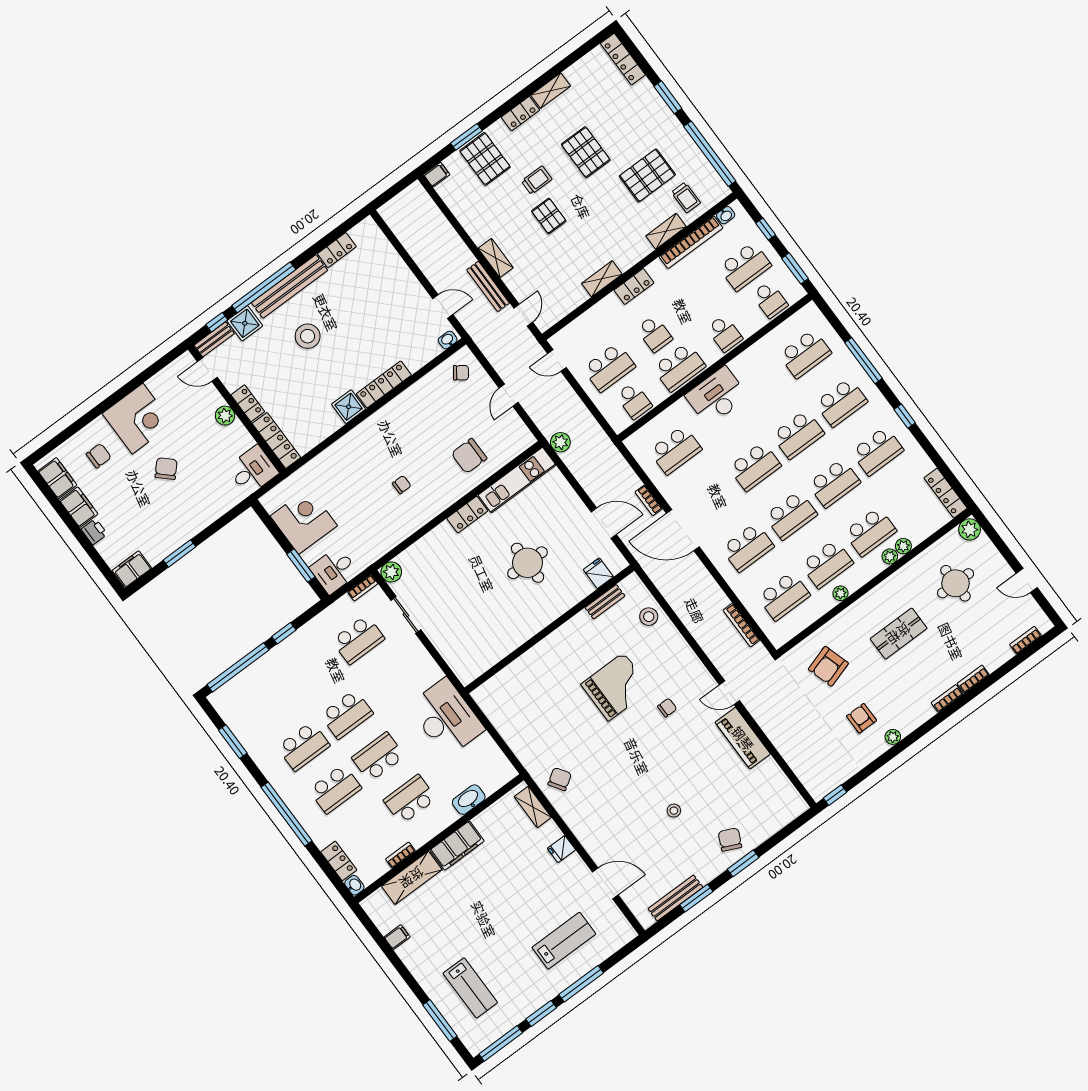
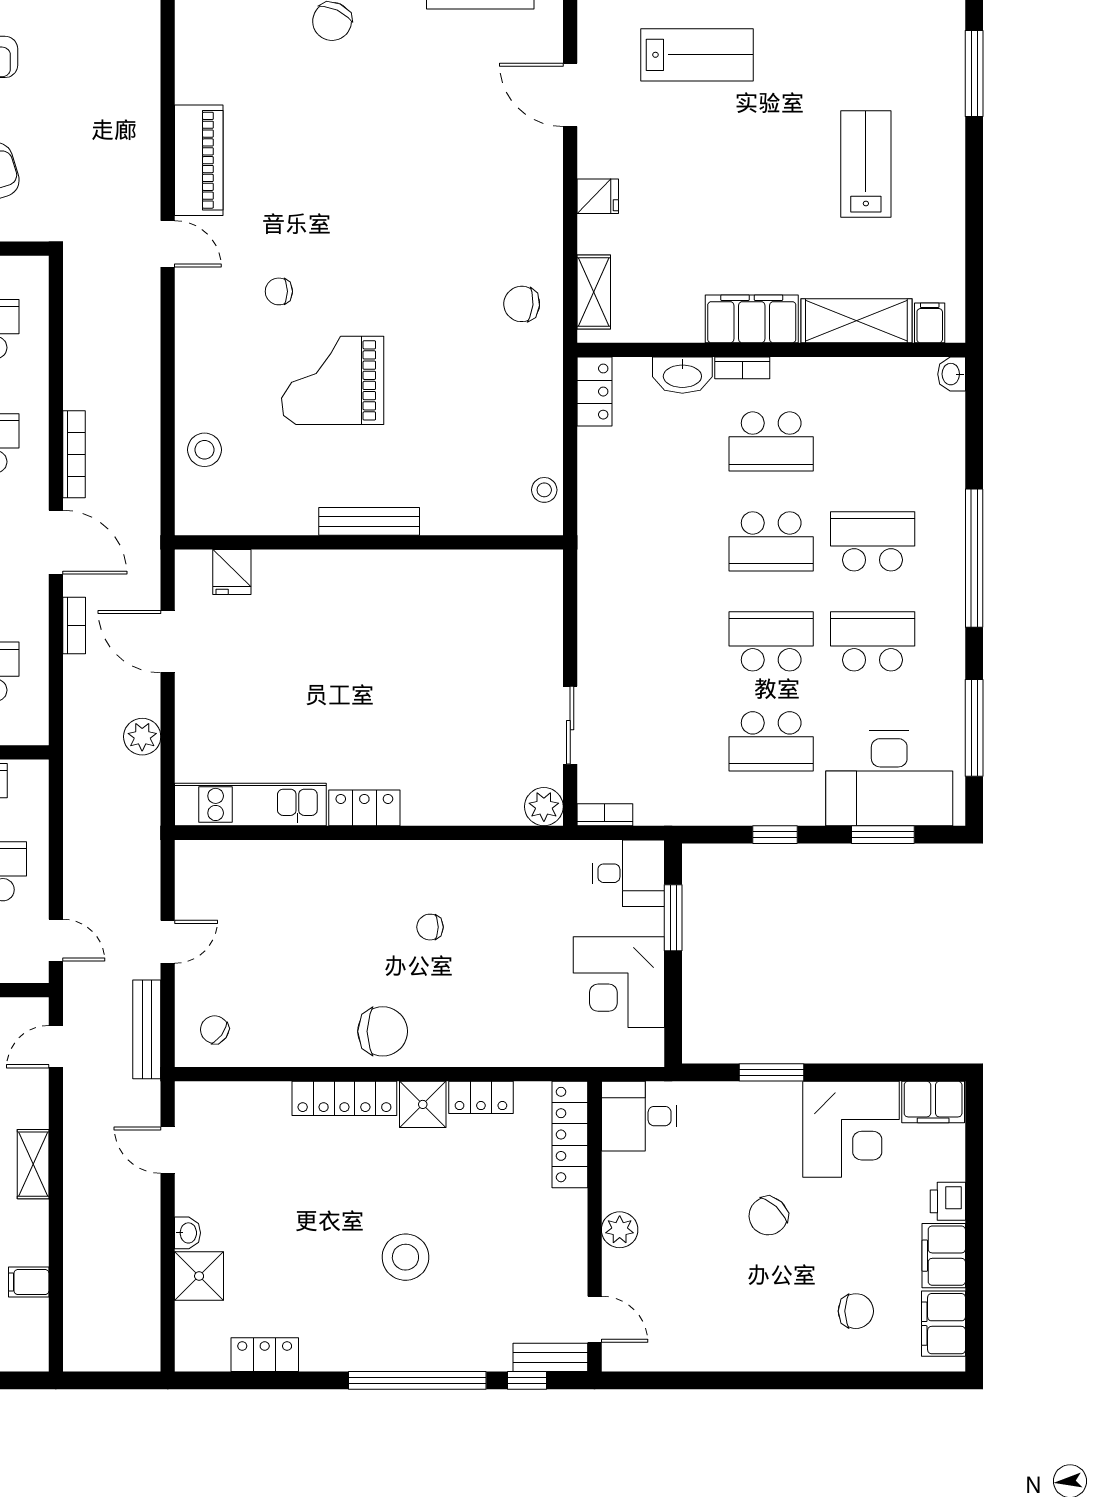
filing cabinet: (437, 175) -> (29, 1282), moved
bench: (488, 286) -> (147, 1029), moved
bench: (289, 287) -> (377, 1353), removed
shower: (245, 323) -> (199, 1276), moved
washbasin: (448, 340) -> (188, 1233), moved, turned -90
locker: (248, 403) -> (481, 1097), moved, turned -90
corner desk: (138, 419) -> (851, 1129), moved, turned 180
plant: (560, 442) -> (142, 737), moved
chair: (99, 456) -> (856, 1311), turned 180
chair: (469, 456) -> (383, 1031), moved
door: (683, 530) -> (56, 542), width x0.73
window: (179, 553) -> (772, 1072), moved
round table: (528, 563) -> (327, 667), removed
bench: (605, 602) -> (369, 521), moved, width x1.36
bookcase: (741, 625) -> (74, 454), moved
school desk: (358, 640) -> (771, 741), moved, turned 180
window: (238, 667) -> (883, 835), width x0.47
desk: (446, 718) -> (889, 778), moved, turned -90
window: (233, 742) -> (974, 728), width x1.44
chair: (560, 779) -> (522, 304), turned 38
stool: (674, 811) -> (544, 490), moved
bookcase: (400, 855) -> (742, 368), moved
locker: (339, 861) -> (594, 392), moved, turned 180
filing cabinet: (397, 937) -> (930, 323), moved, turned 90
lab bench: (564, 941) -> (697, 55), turned 180
lab bench: (470, 988) -> (866, 164), moved

